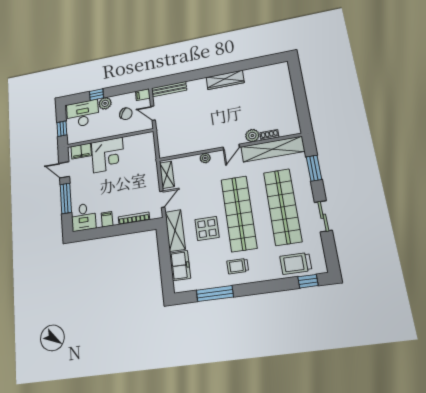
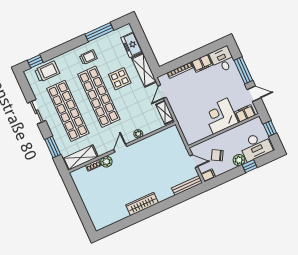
shelving: (273, 149) -> (81, 158), width x0.68
filing cabinet: (107, 219) -> (202, 63), width x2.00

